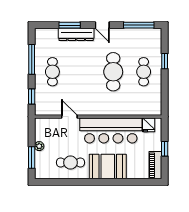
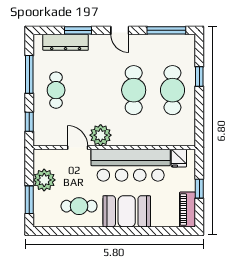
dresser: (76, 34) -> (66, 42), moved
cafe table: (144, 72) -> (172, 90), width x1.37, depth x1.35
plant: (87, 107) -> (101, 135), added
plant: (39, 146) -> (44, 180), width x1.88, depth x1.88

